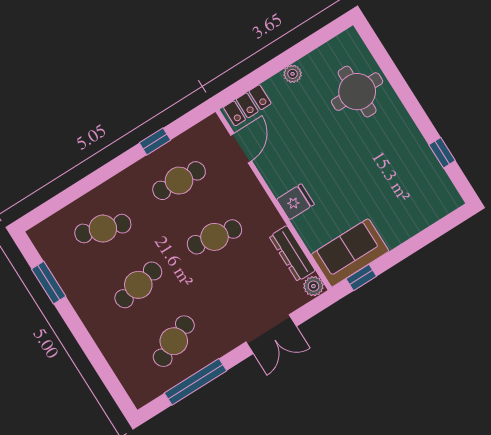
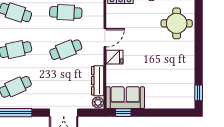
door: (241, 148) -> (105, 38), moved
window: (442, 153) -> (199, 93), moved
cafe table: (214, 237) -> (66, 50), turned -30

